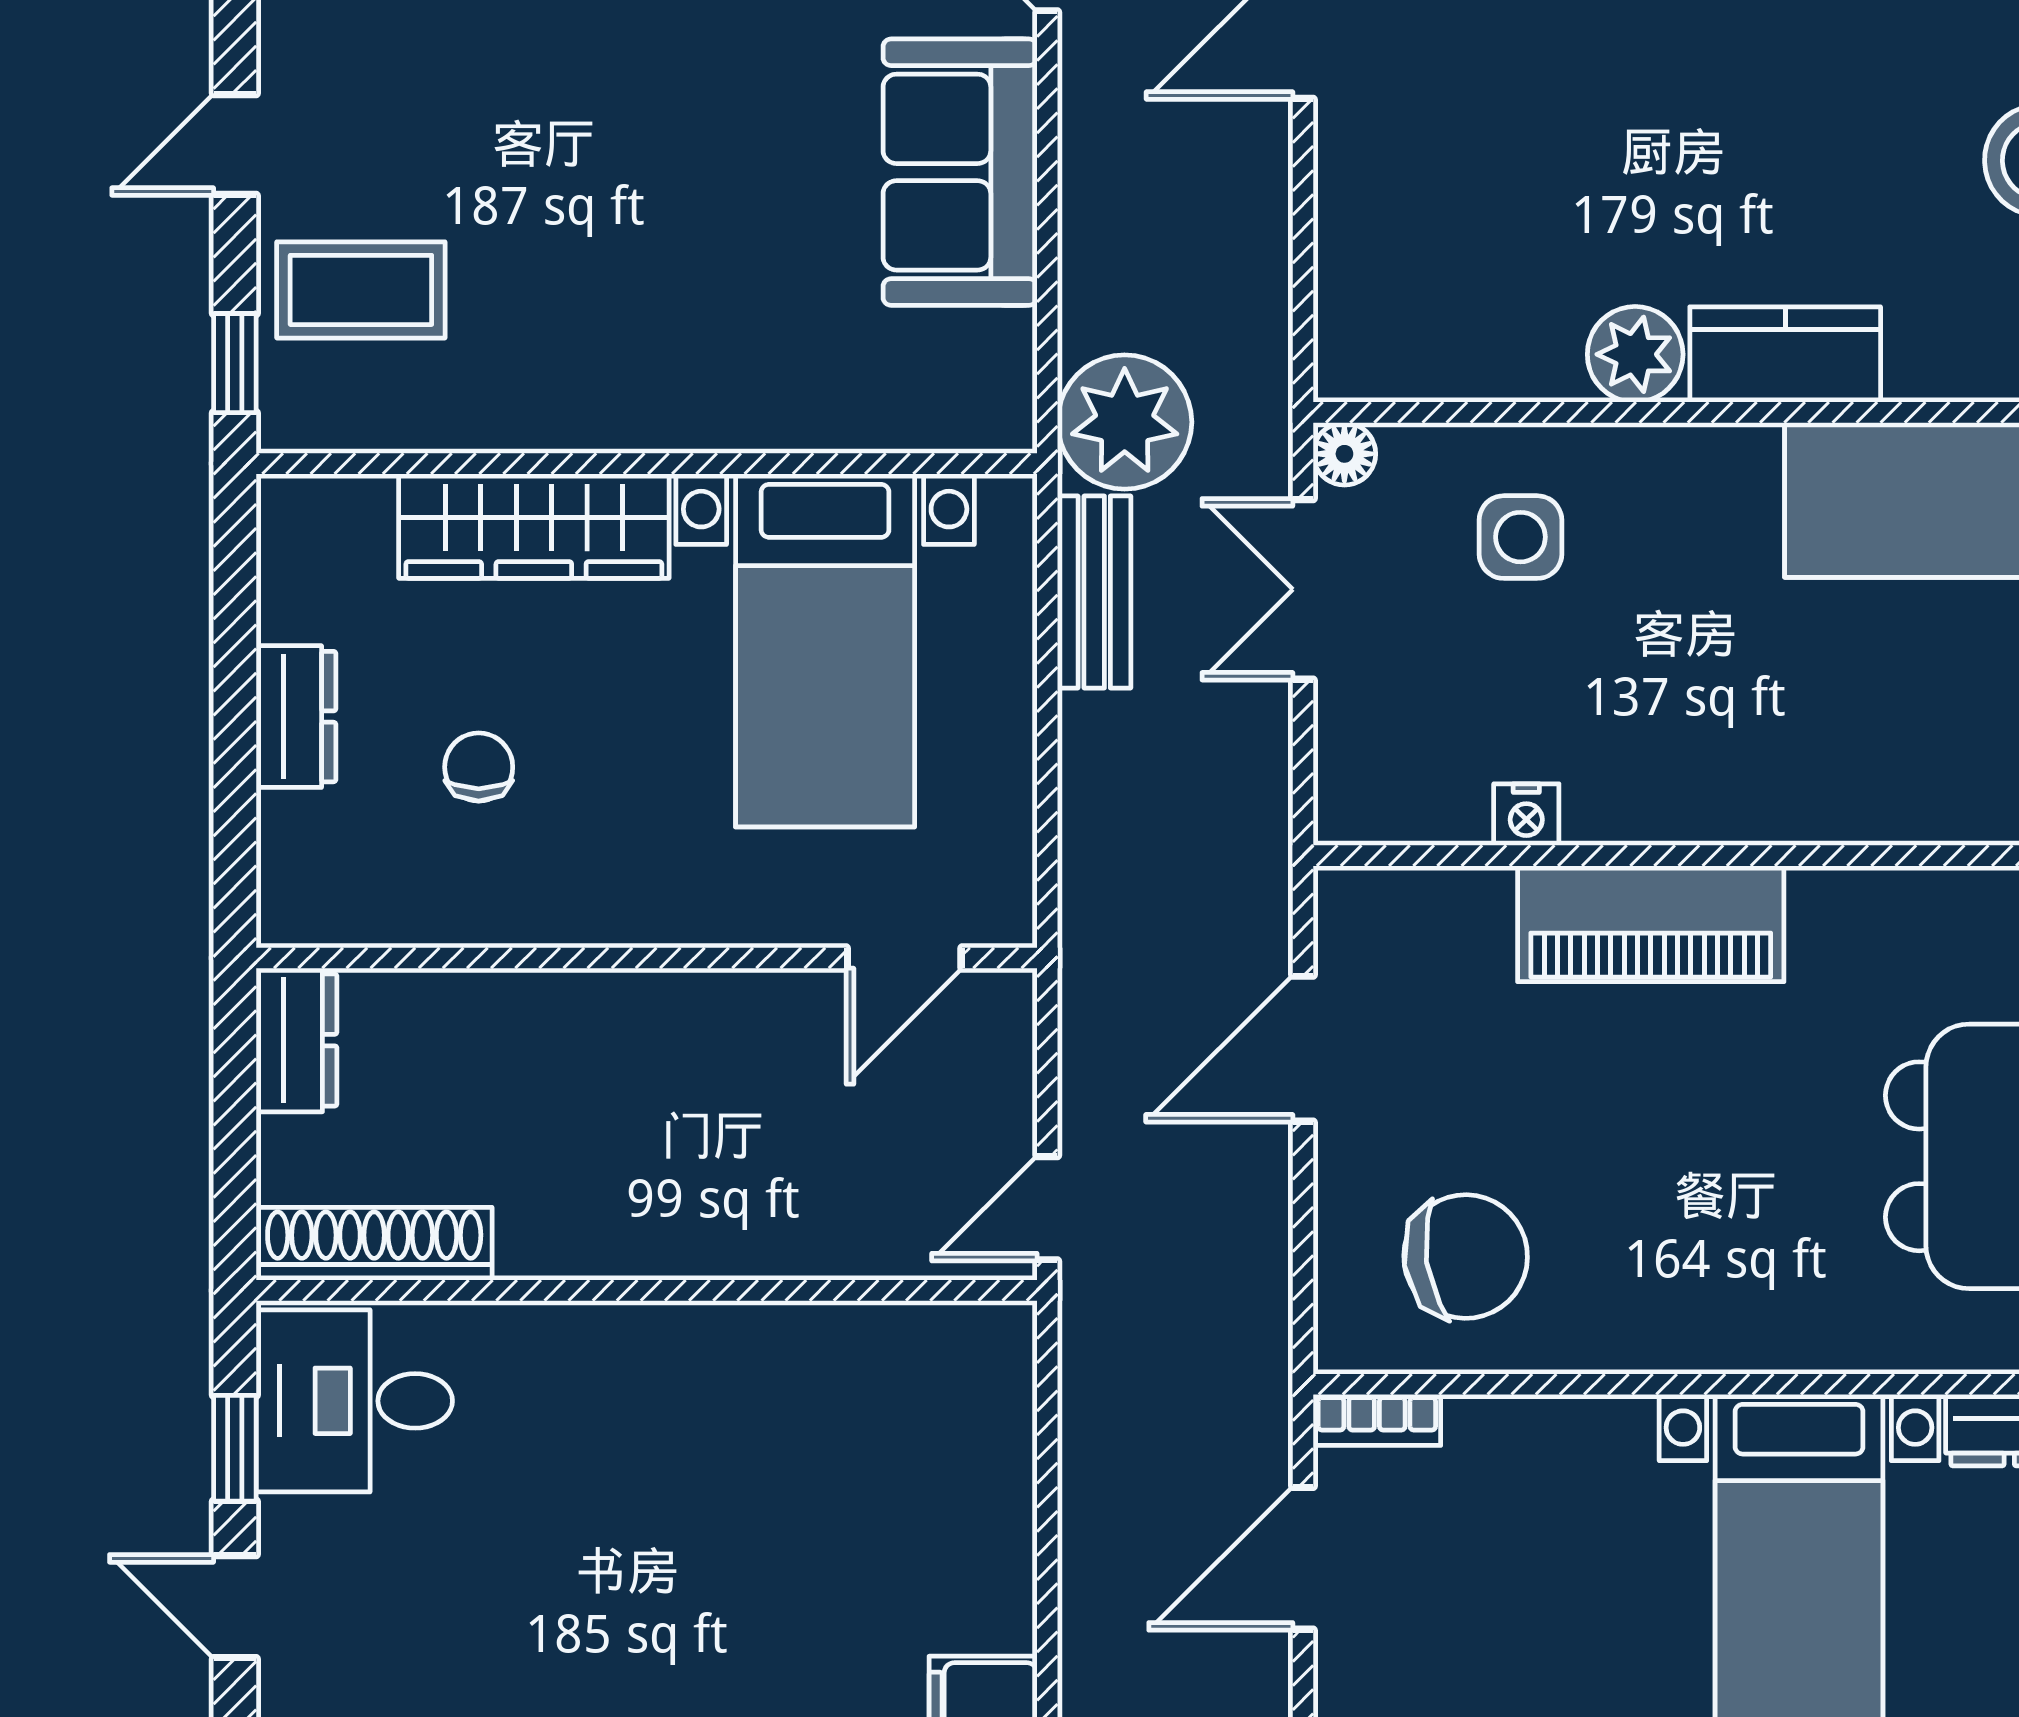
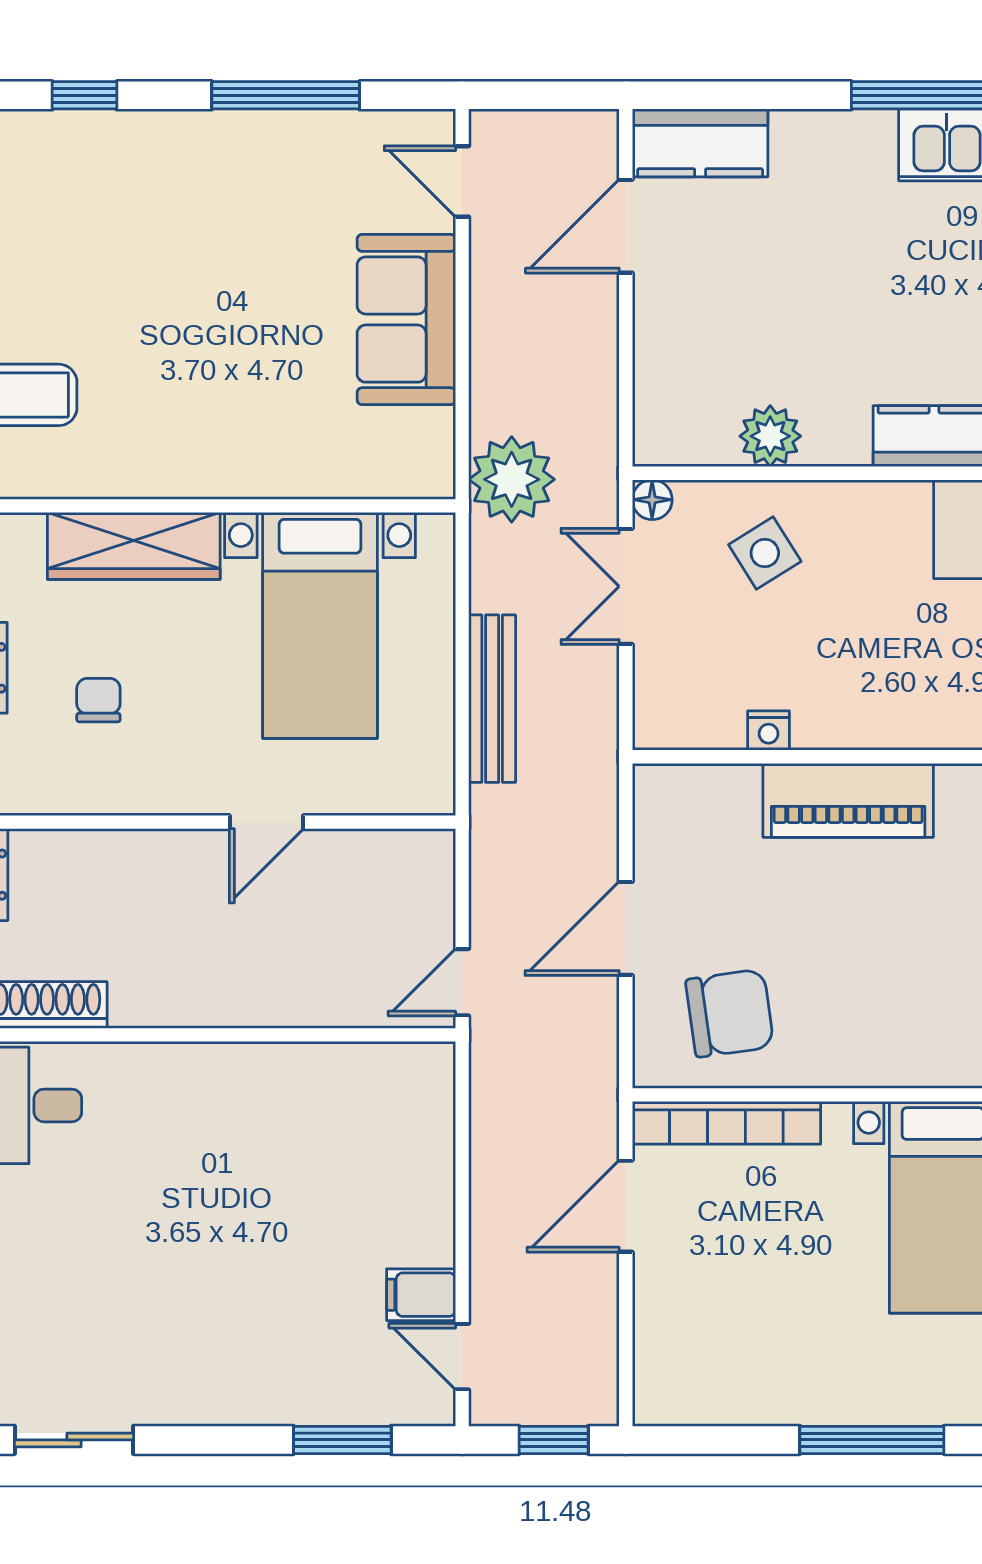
plant: (1635, 354) -> (770, 436), moved
side table: (1520, 537) -> (765, 553), turned -32
bench: (1094, 592) -> (492, 699), moved, width x1.36
door: (904, 958) -> (266, 822), moved
door: (1303, 1049) -> (626, 928), moved
bookcase: (1377, 1420) -> (726, 1123), width x2.31, depth x1.31

